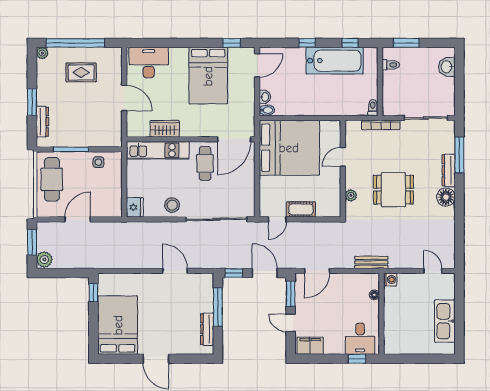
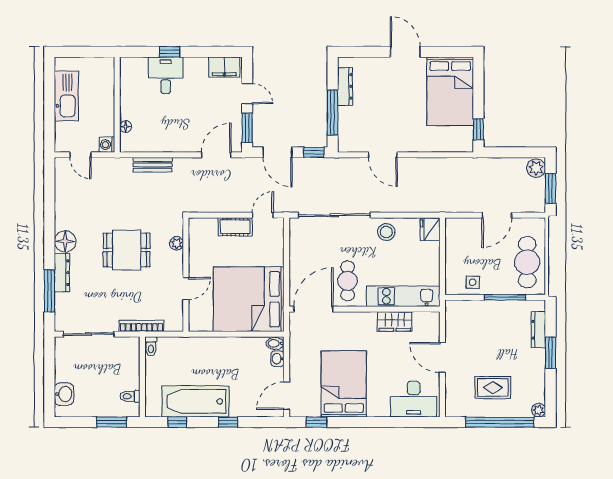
washing machine: (390, 280) -> (107, 145), moved
floor lamp: (374, 295) -> (126, 127), moved
wall: (381, 314) -> (117, 105), moved

